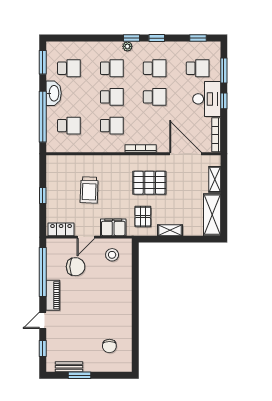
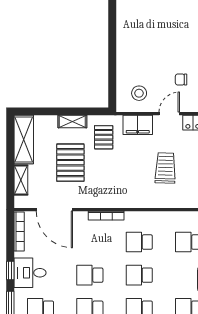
desk: (207, 99) -> (30, 273), width x0.73
pallet: (149, 183) -> (70, 163), moved, turned 90
chair: (76, 267) -> (181, 79), width x0.54, depth x0.54

